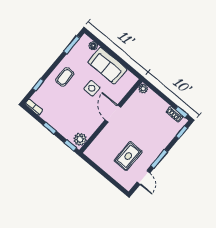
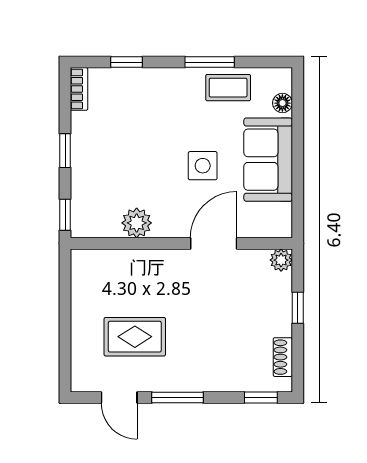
window: (72, 45) -> (210, 62), moved
coffee table: (65, 77) -> (228, 88), moved
window: (182, 112) -> (298, 308), moved
door: (113, 114) -> (214, 243), moved
plant: (80, 139) -> (137, 223), moved
door: (143, 177) -> (119, 398), hinge flipped

